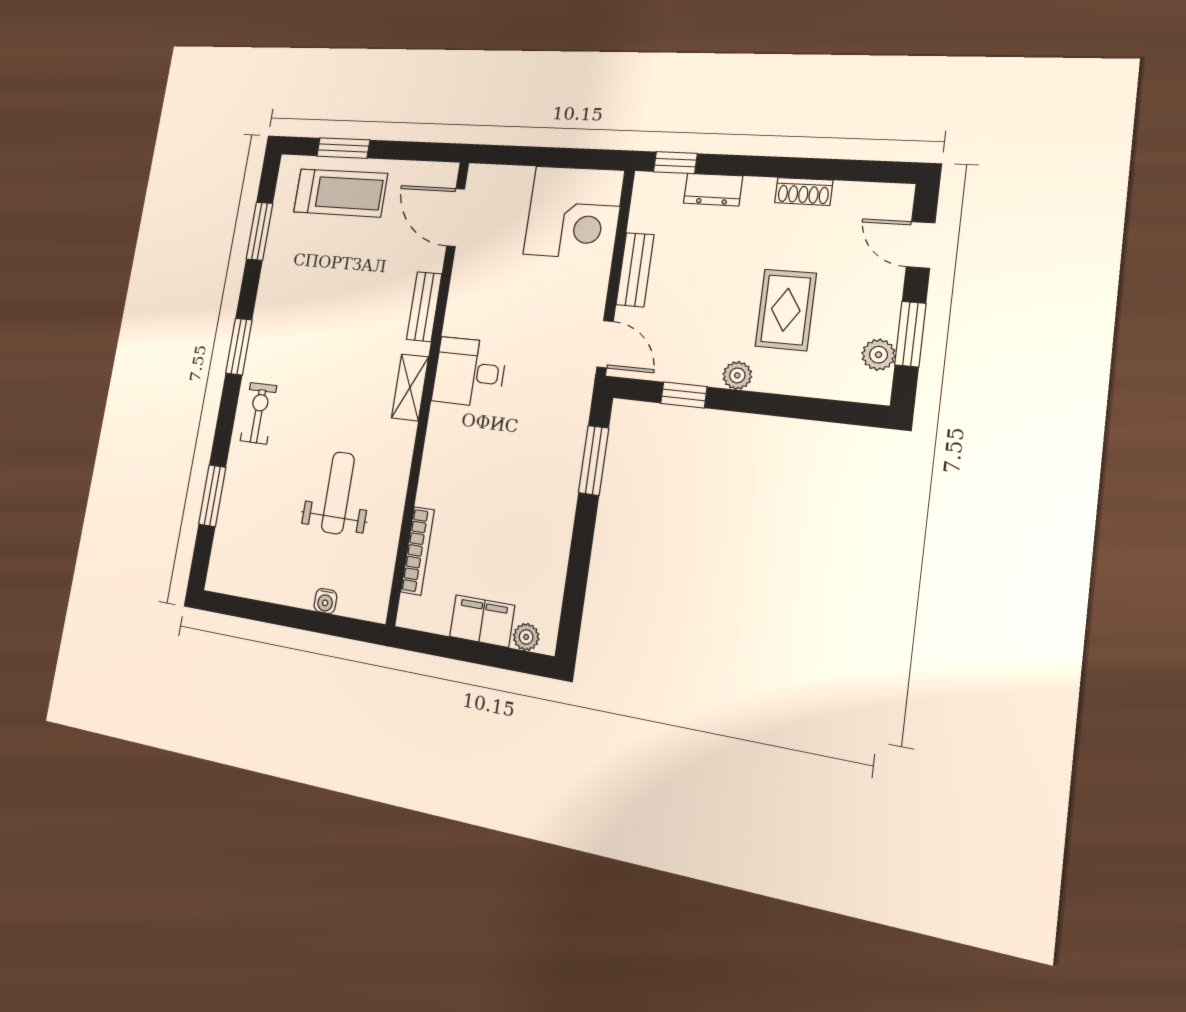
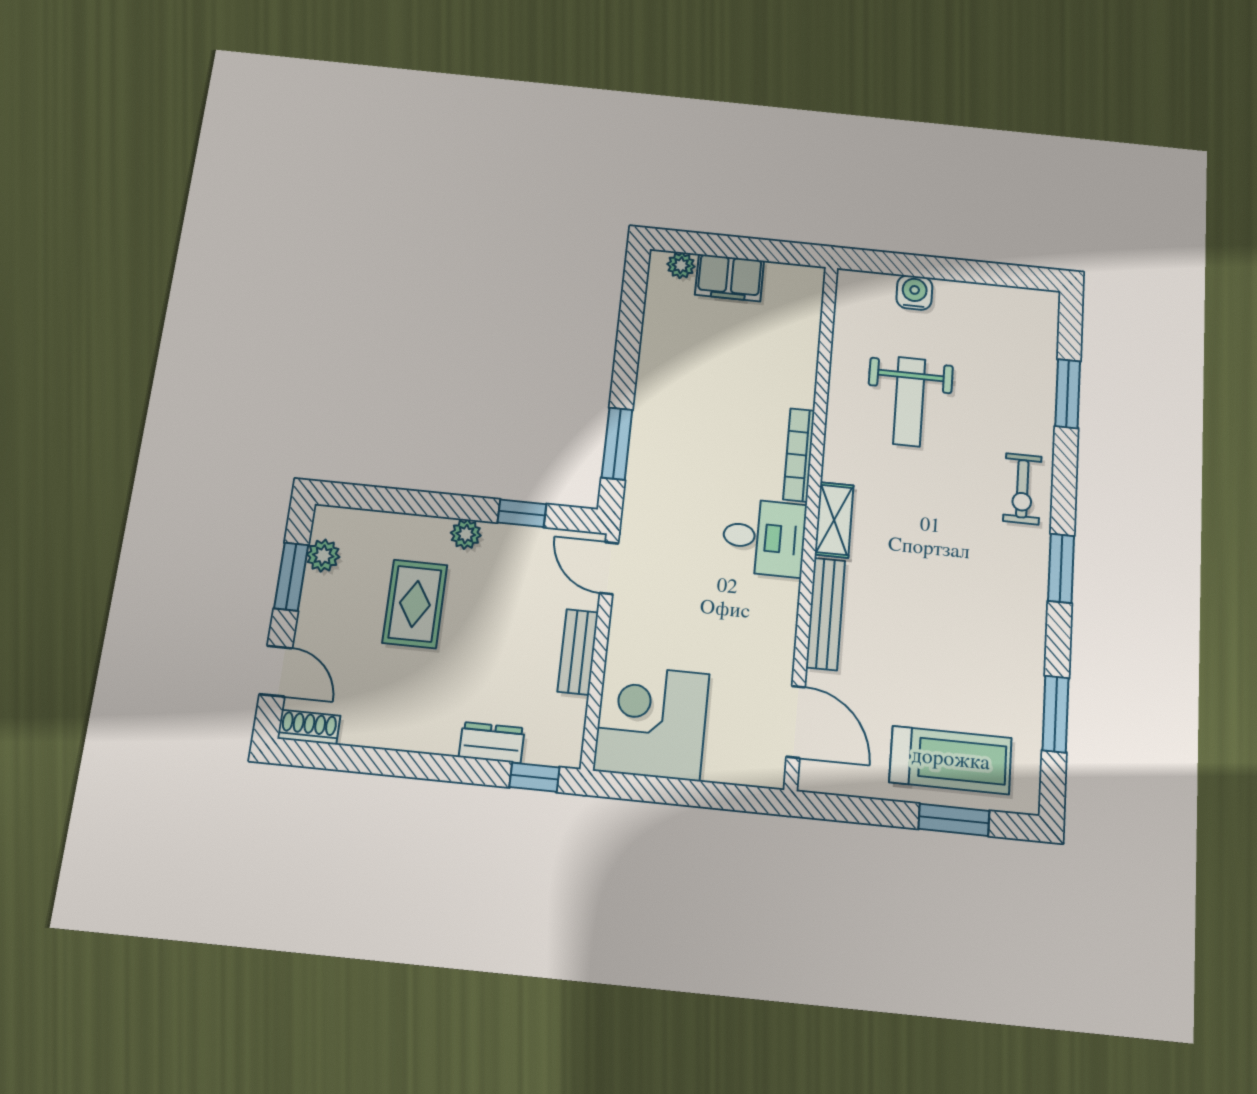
shoe rack: (804, 191) -> (309, 727), moved
treadmill: (340, 193) -> (951, 760), turned 180
bench: (424, 307) -> (826, 614), width x1.36
bookcase: (418, 551) -> (799, 455), moved
water cooler: (325, 601) -> (914, 293), width x1.38, depth x1.38

